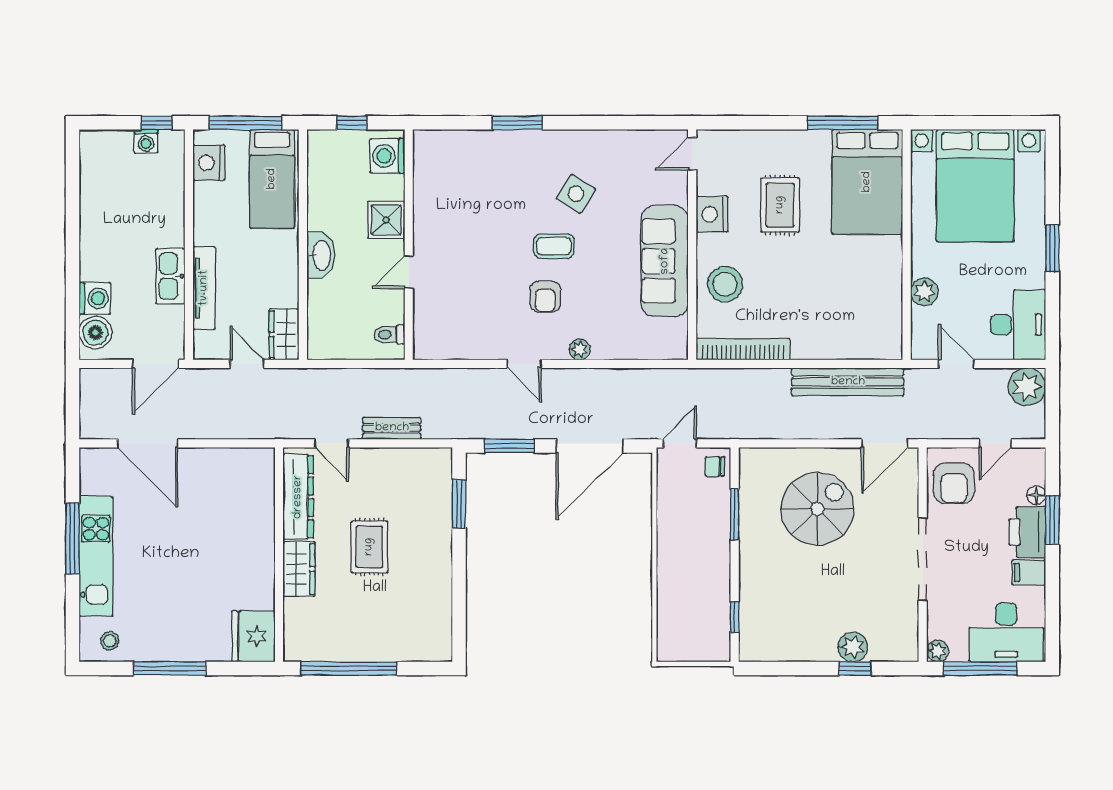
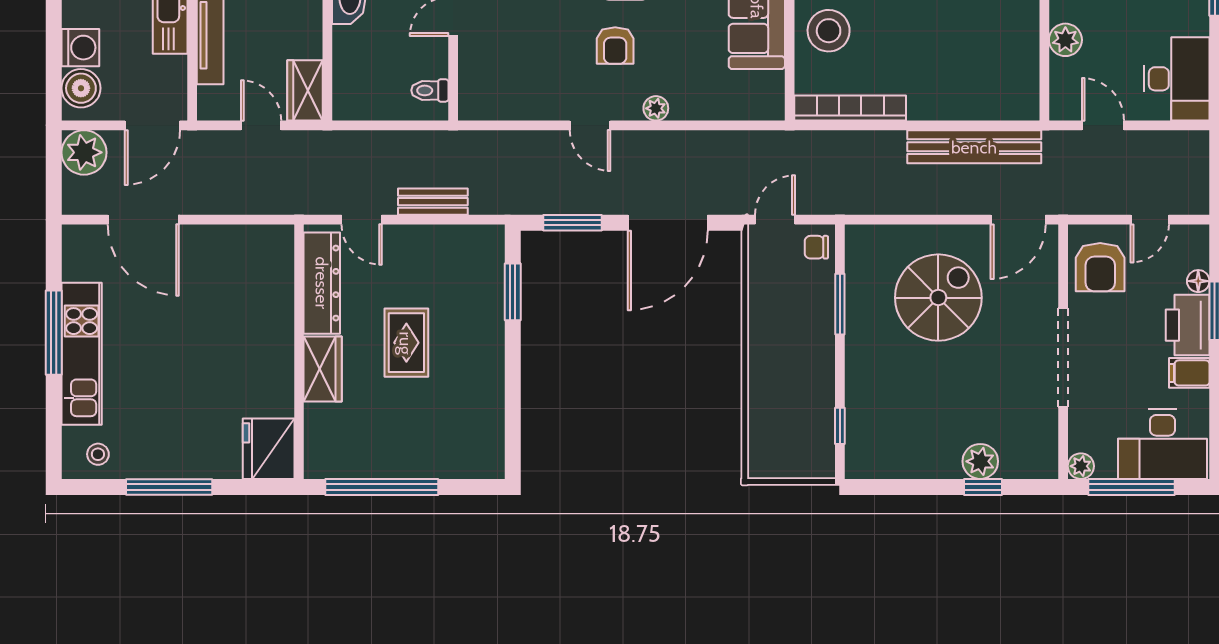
plant: (1027, 387) -> (84, 152), moved

